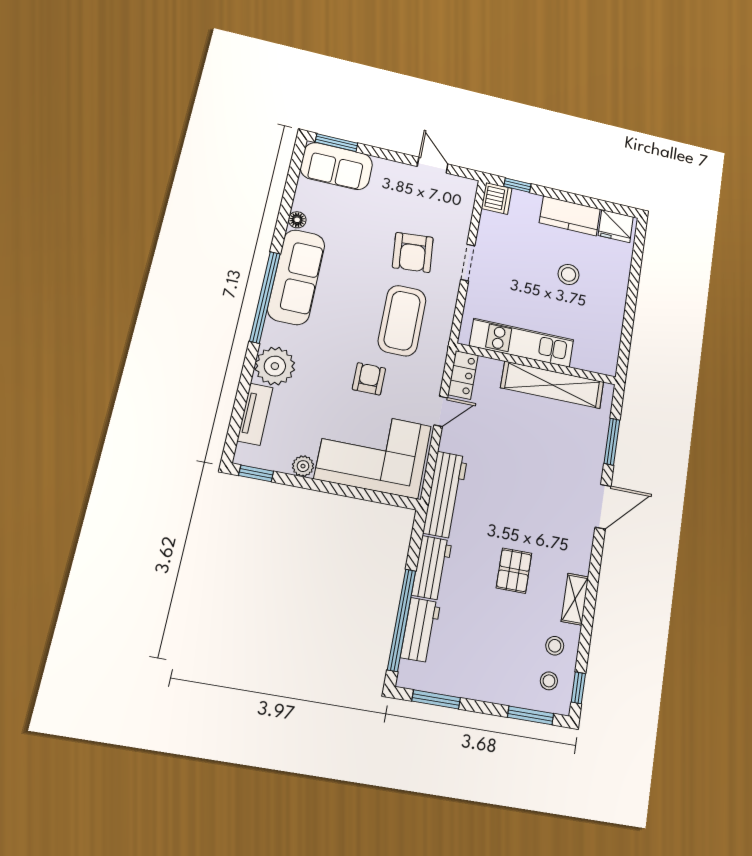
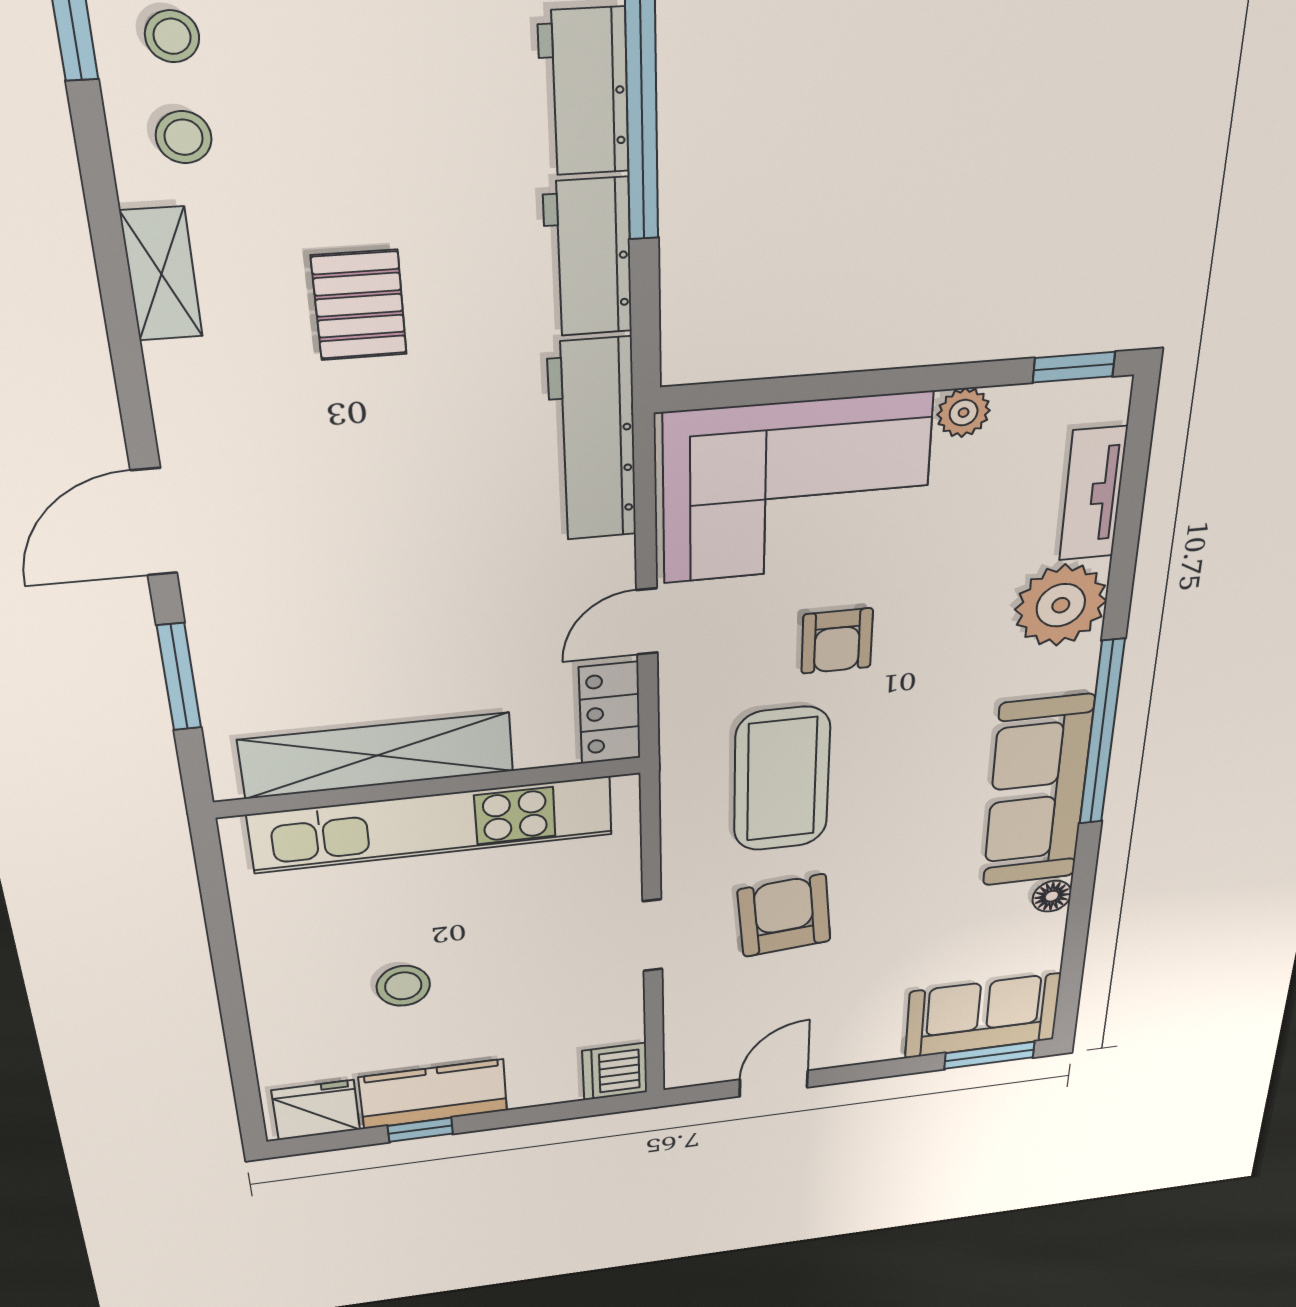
door: (433, 165) -> (774, 1084), swing flipped
window: (517, 185) -> (420, 1130), moved
kitchen unit: (522, 343) -> (433, 825), width x1.36

